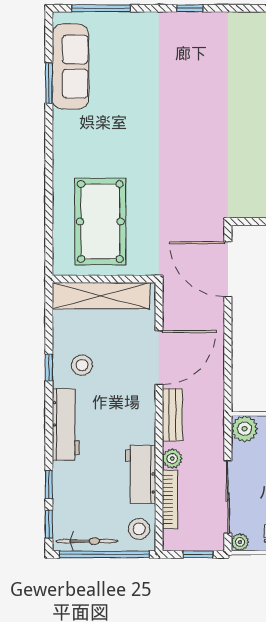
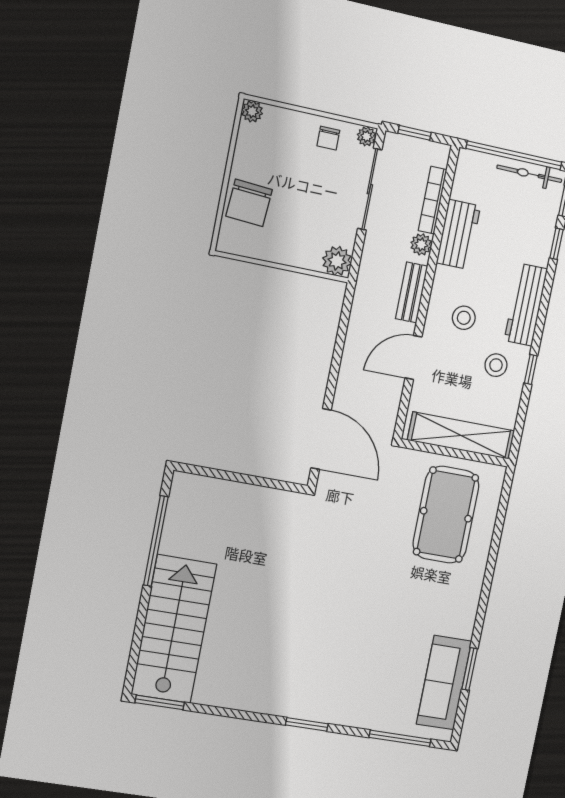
window: (190, 8) -> (307, 724), width x1.50
door: (159, 357) -> (413, 357), width x0.73
stool: (139, 529) -> (464, 318), moved

